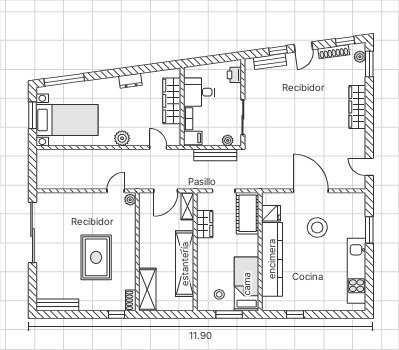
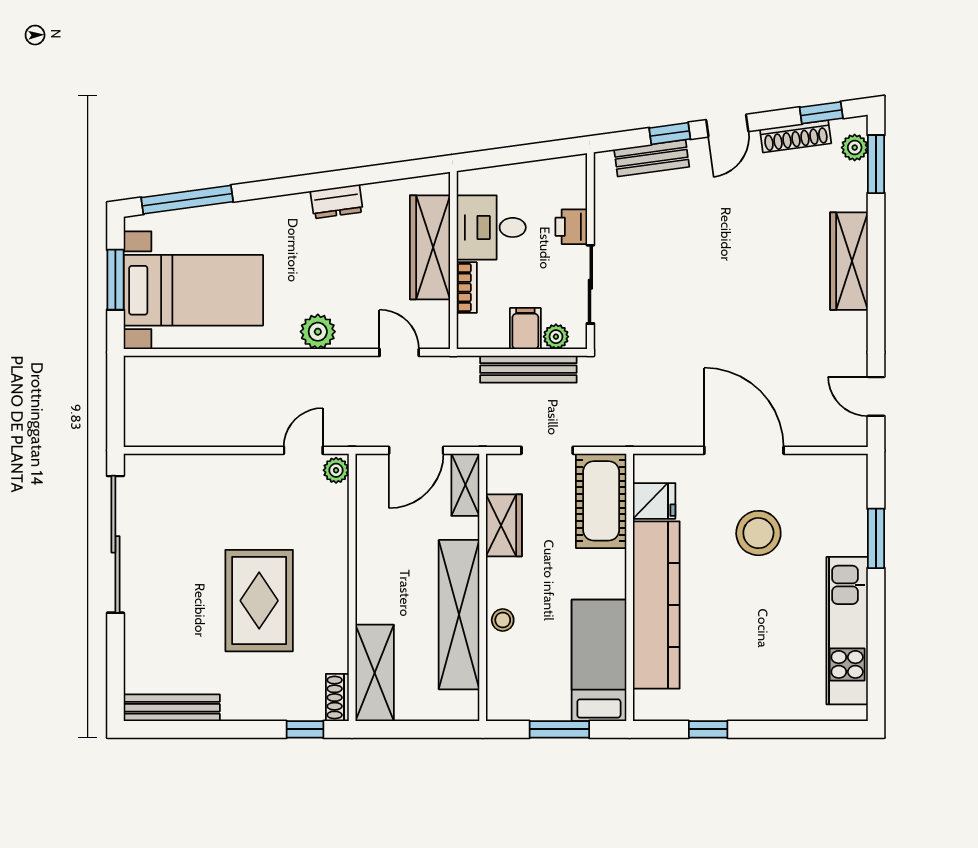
printer: (234, 75) -> (571, 227), moved
filing cabinet: (193, 138) -> (525, 329), moved, turned -90
stool: (219, 294) -> (503, 620), moved

